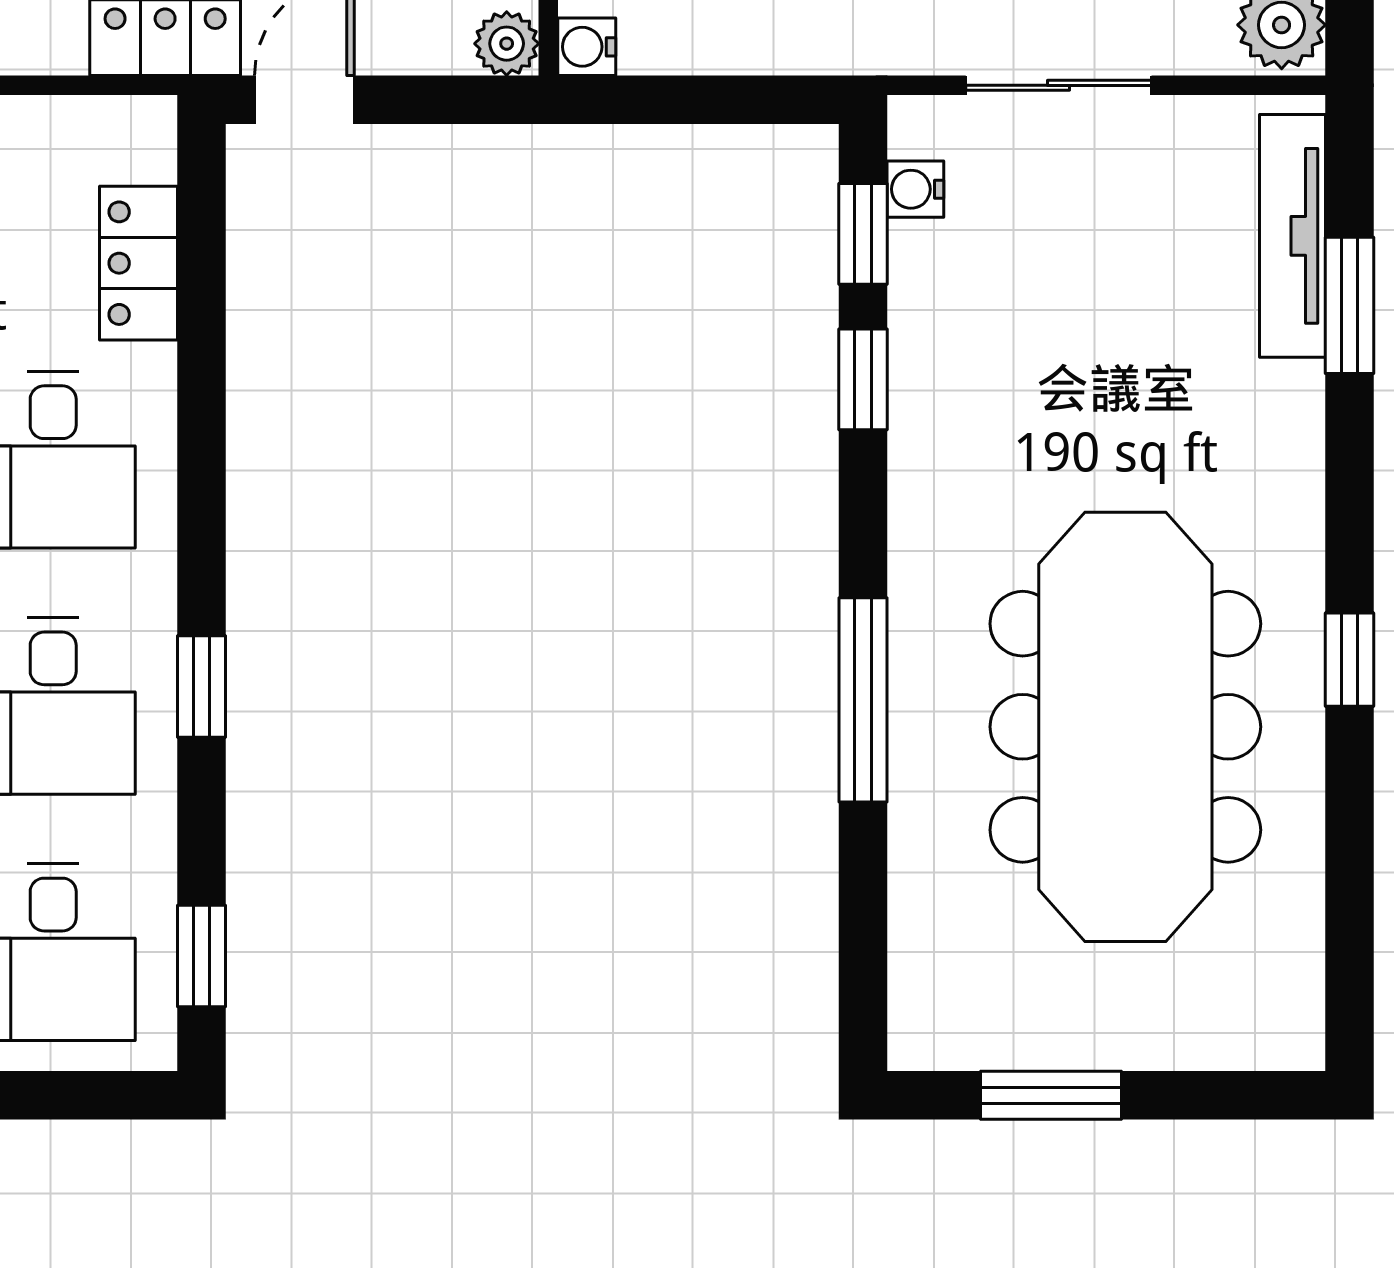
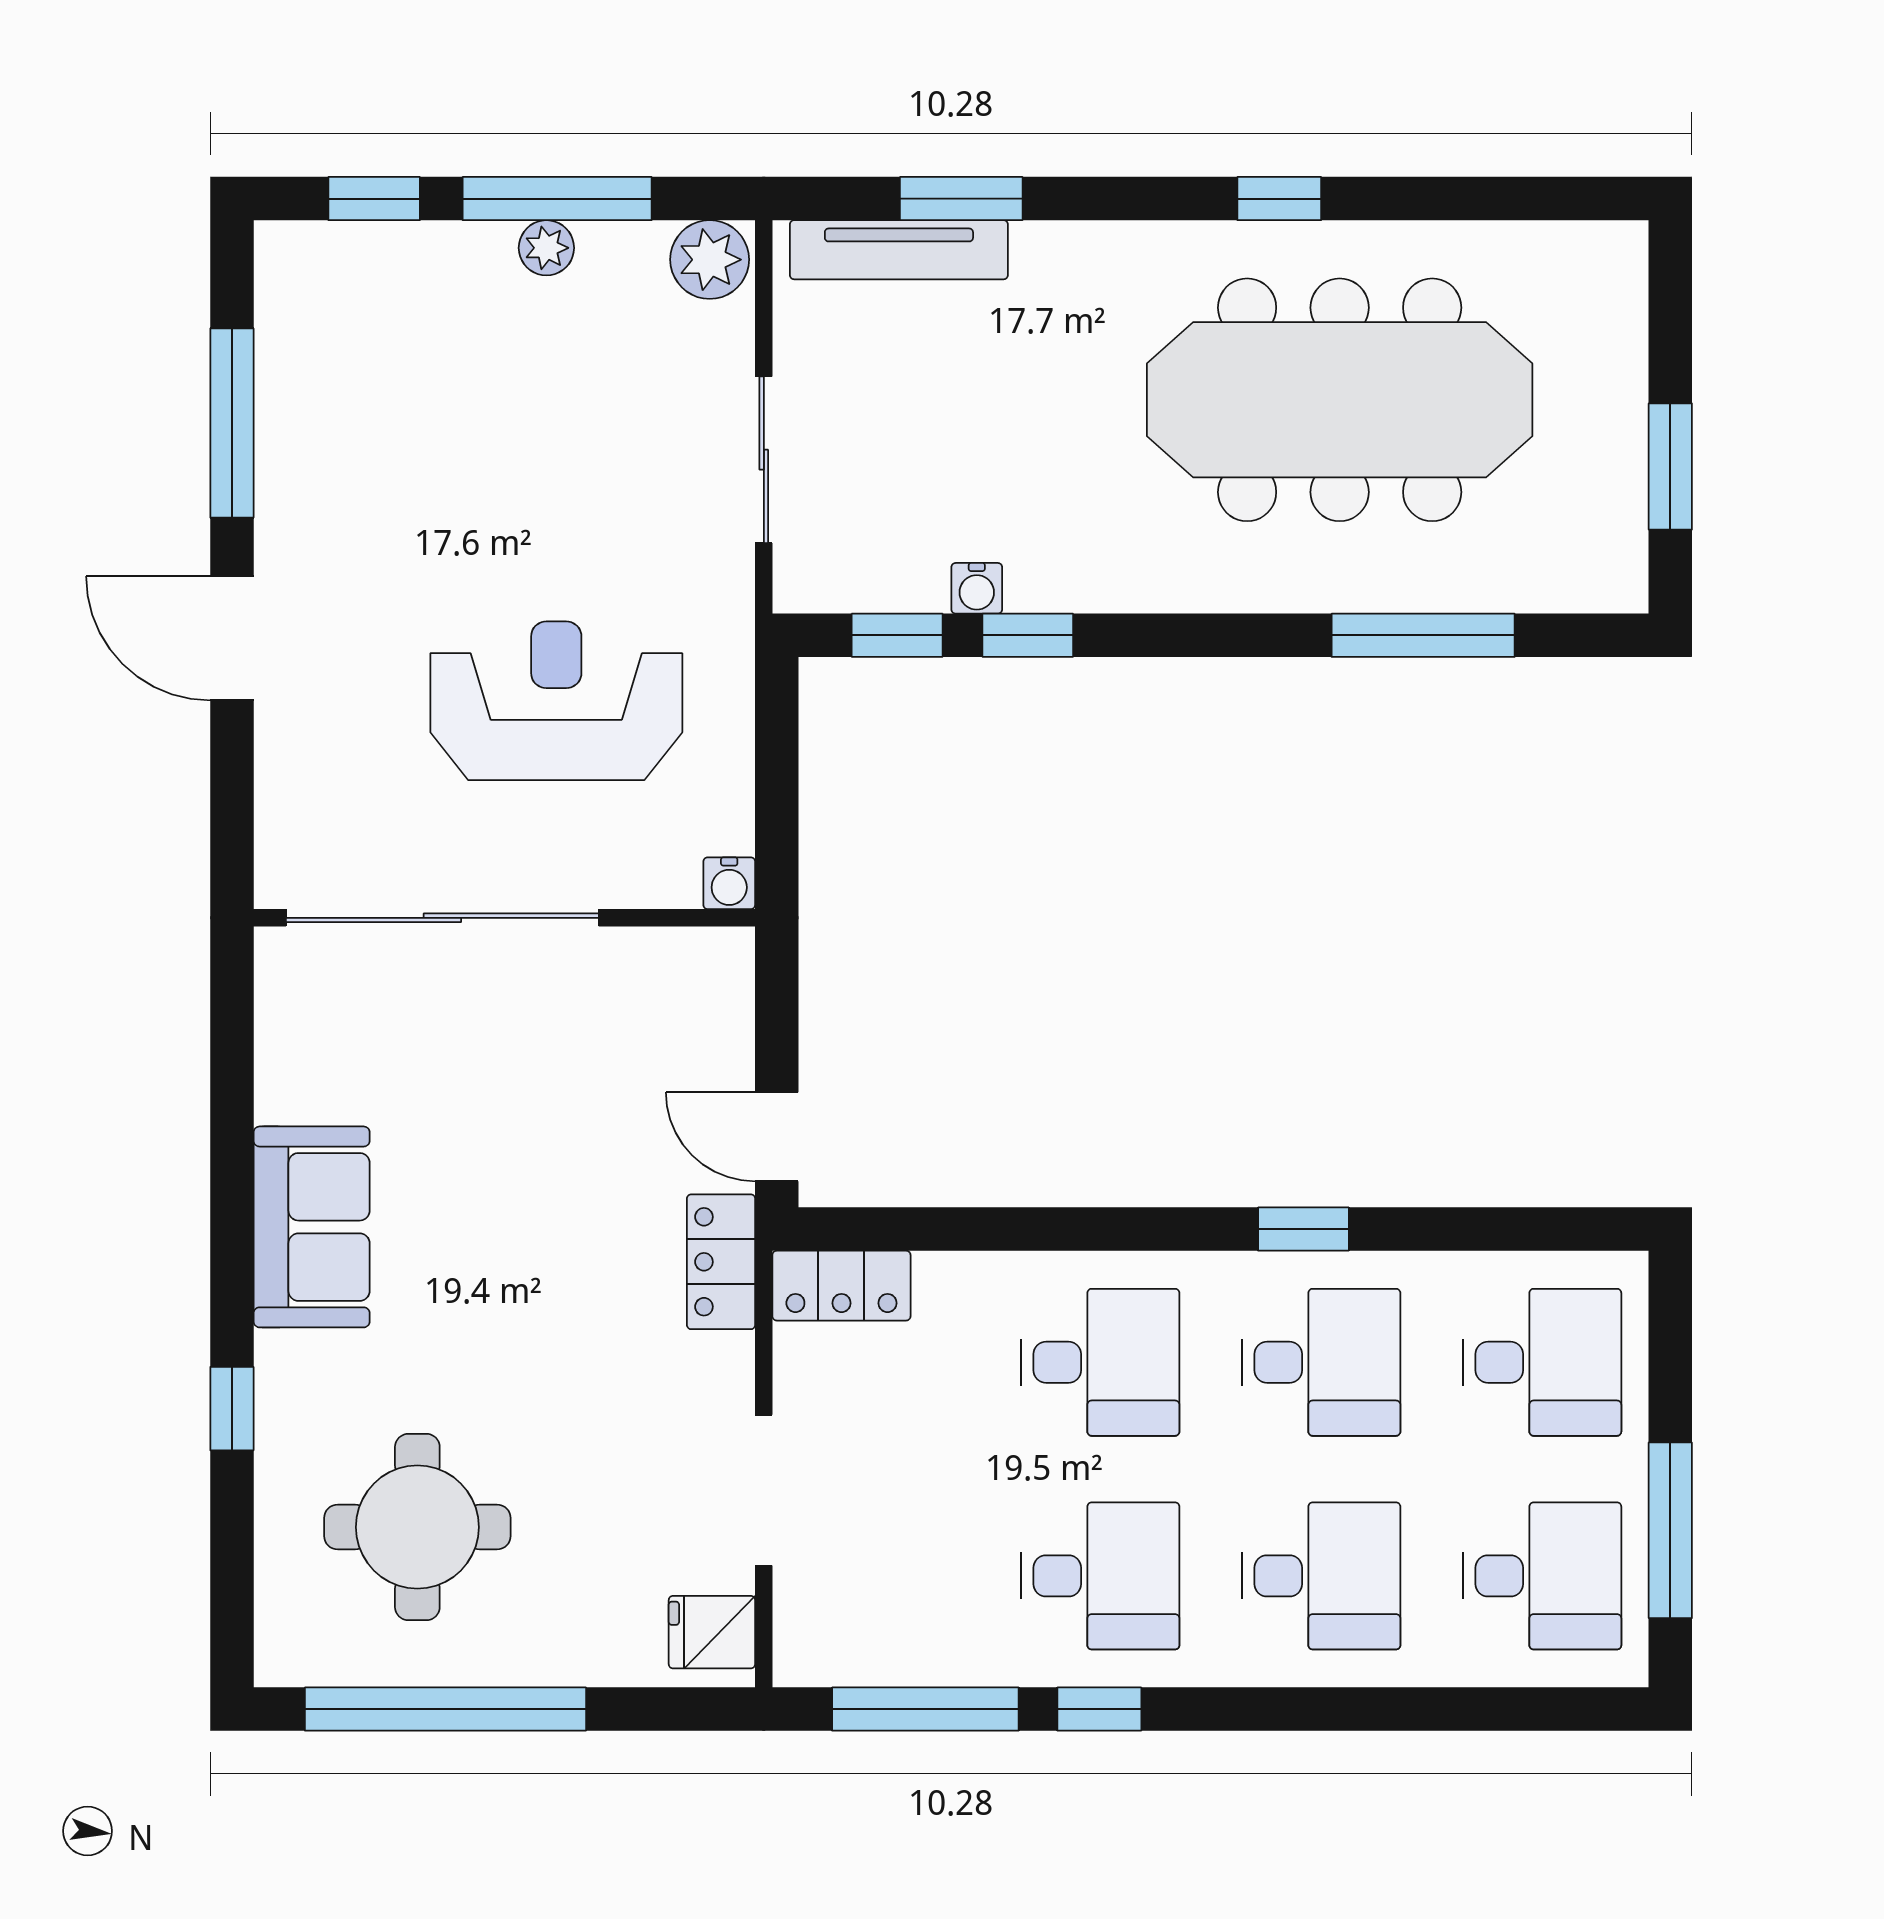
plant: (507, 44) -> (726, 955), removed
water cooler: (915, 189) -> (977, 588), moved
locker: (139, 263) -> (841, 1286), moved
window: (863, 700) -> (1423, 635), moved
window: (202, 956) -> (1545, 1229), removed

